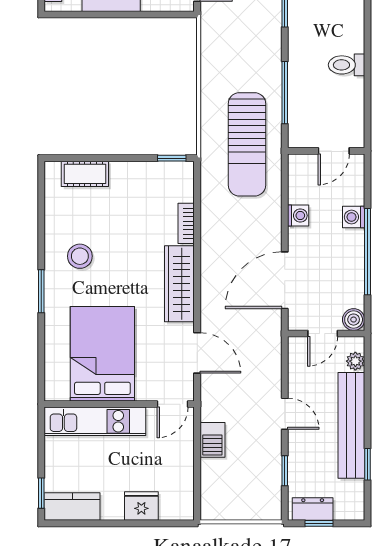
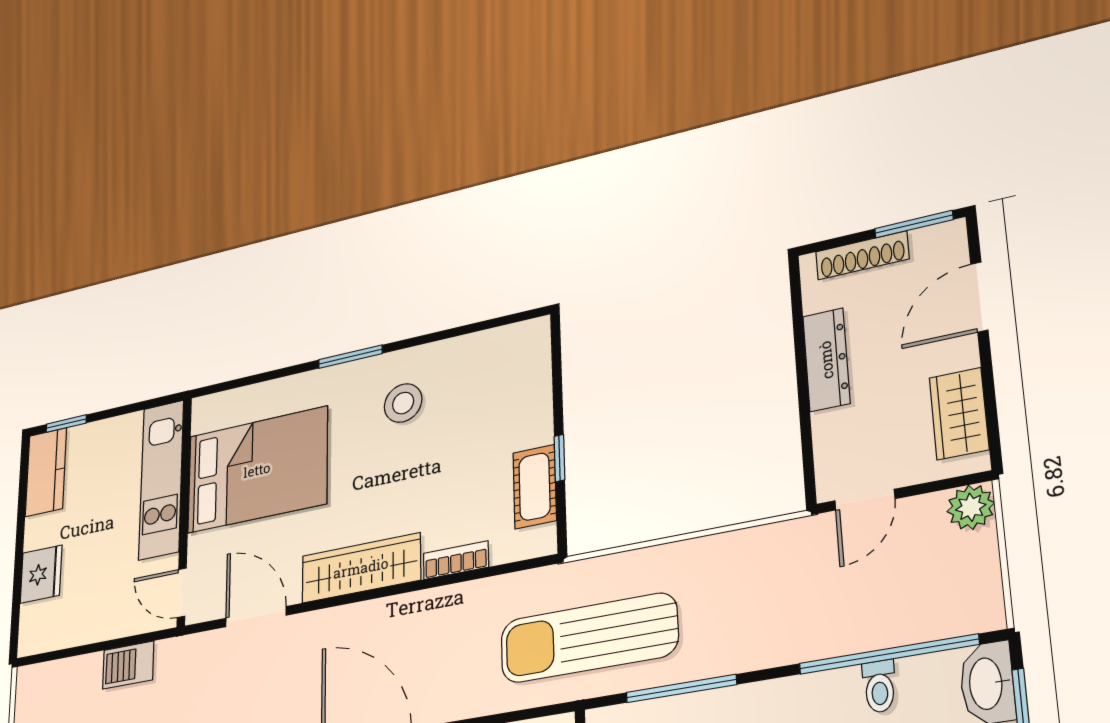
window: (172, 158) -> (559, 458), moved
cot: (85, 174) -> (535, 487), moved
door: (197, 353) -> (256, 617), swing flipped

